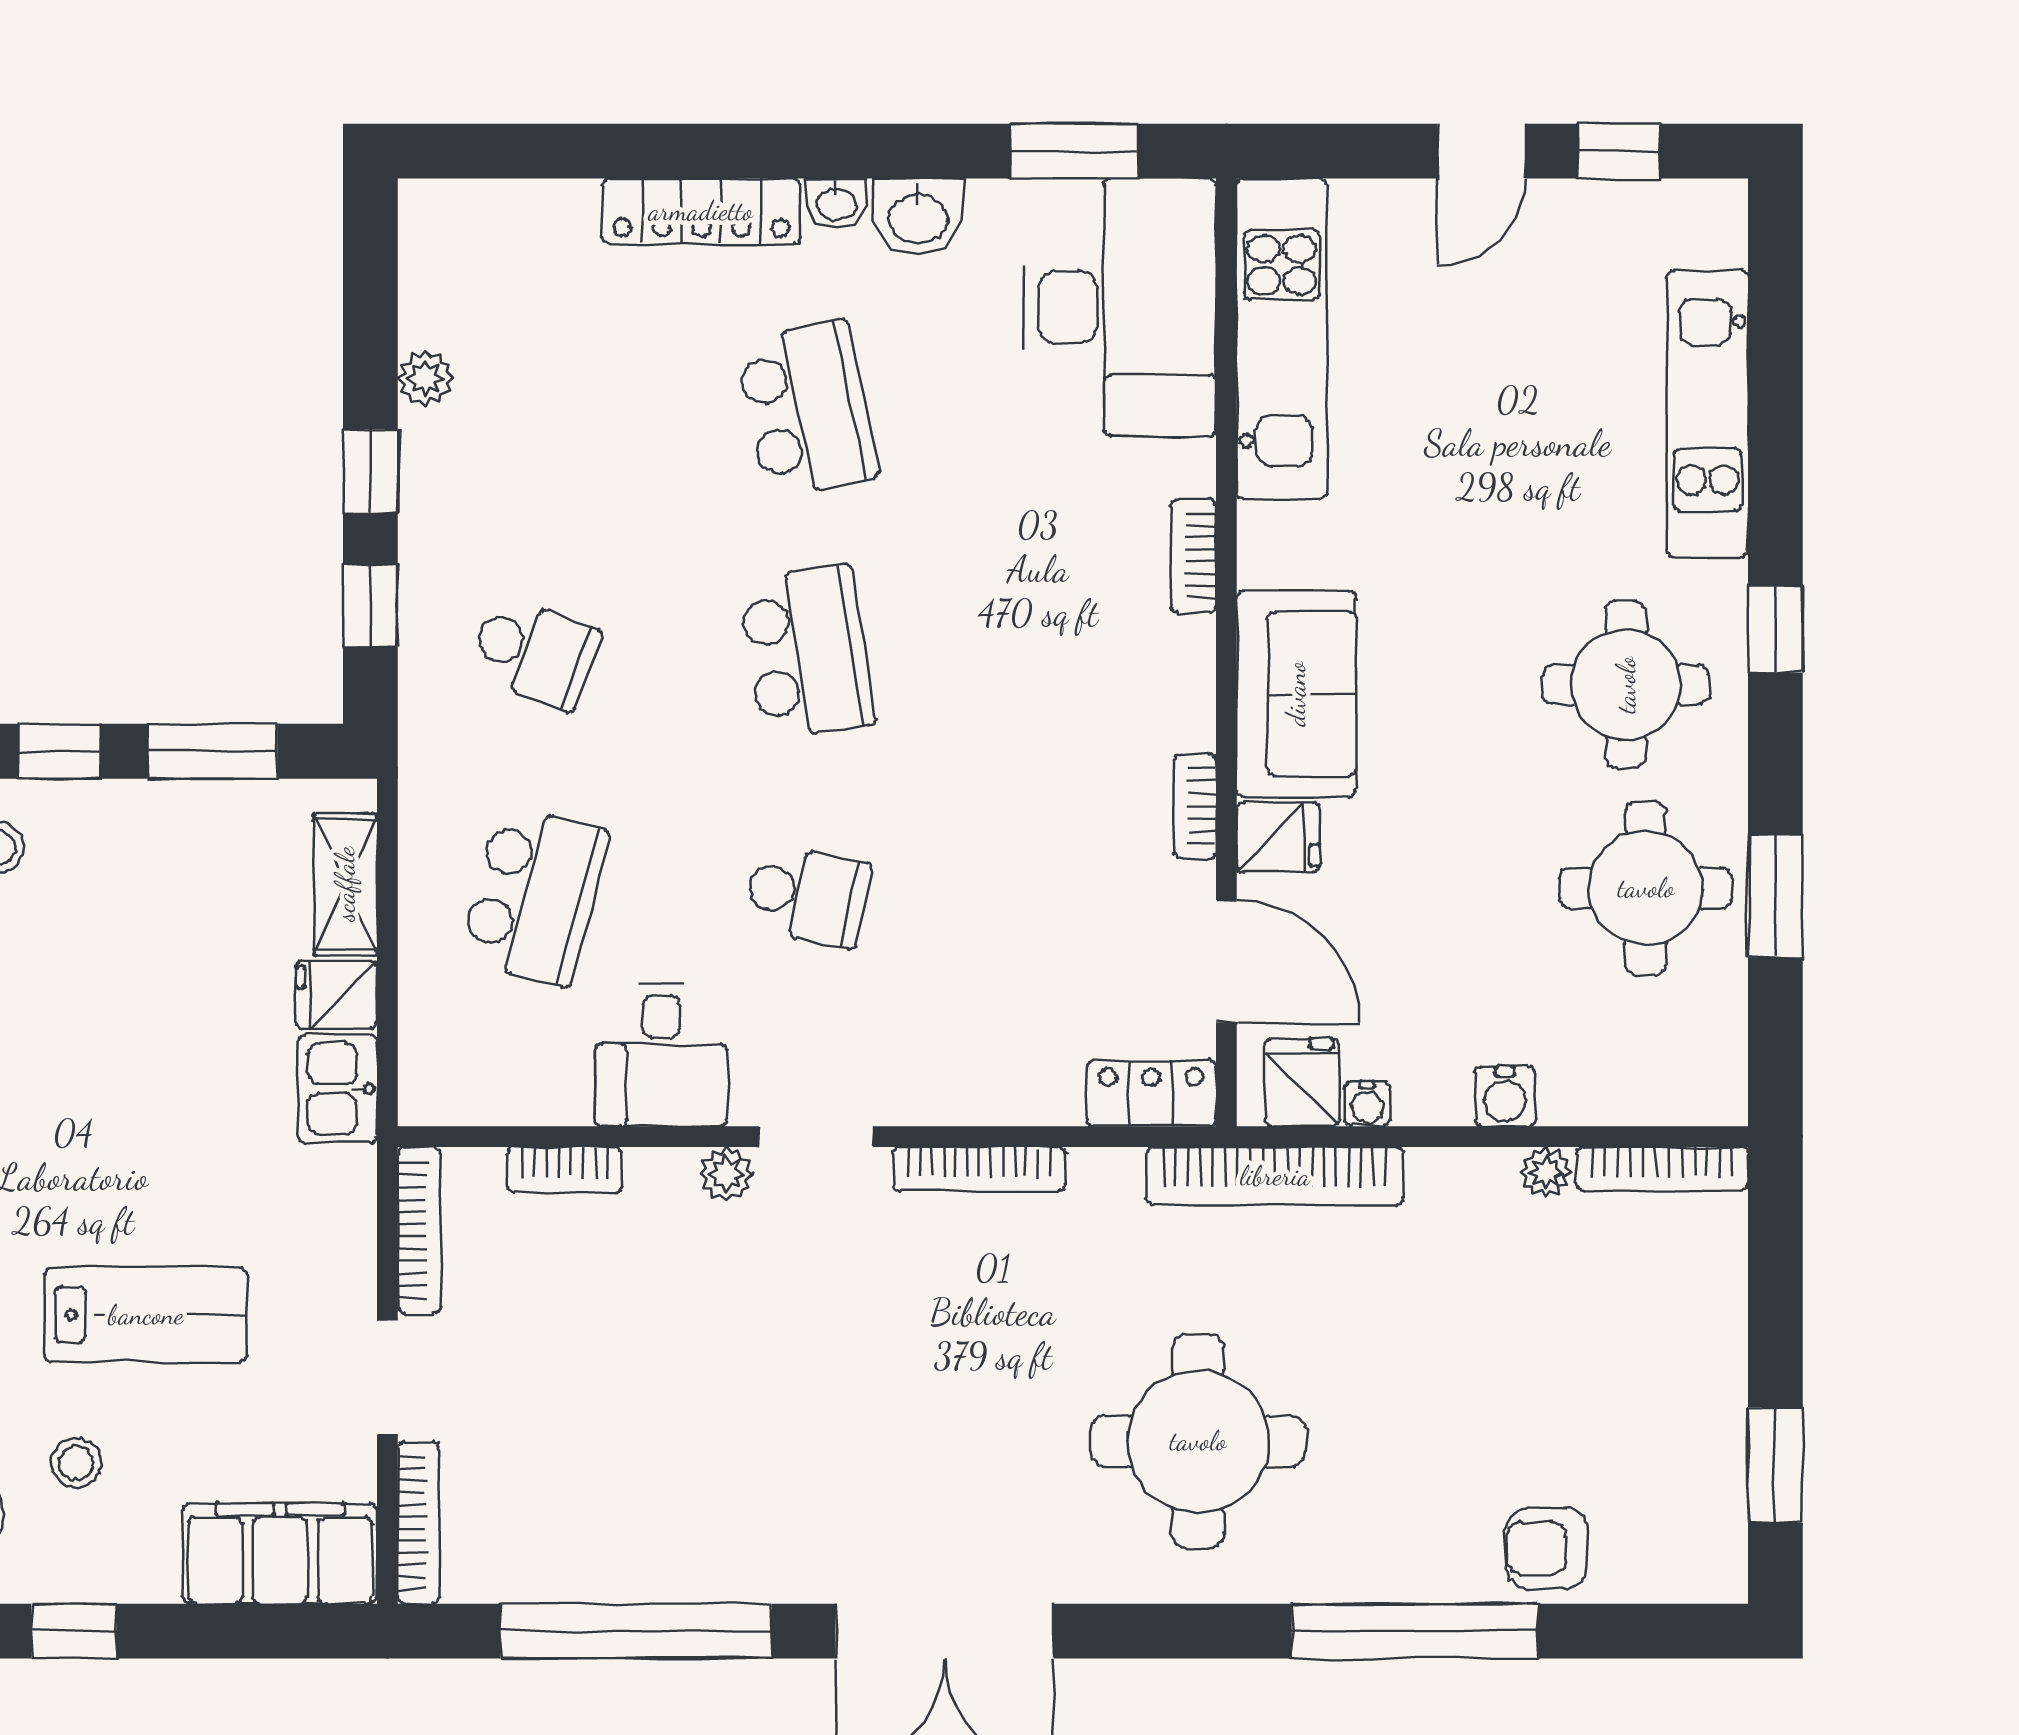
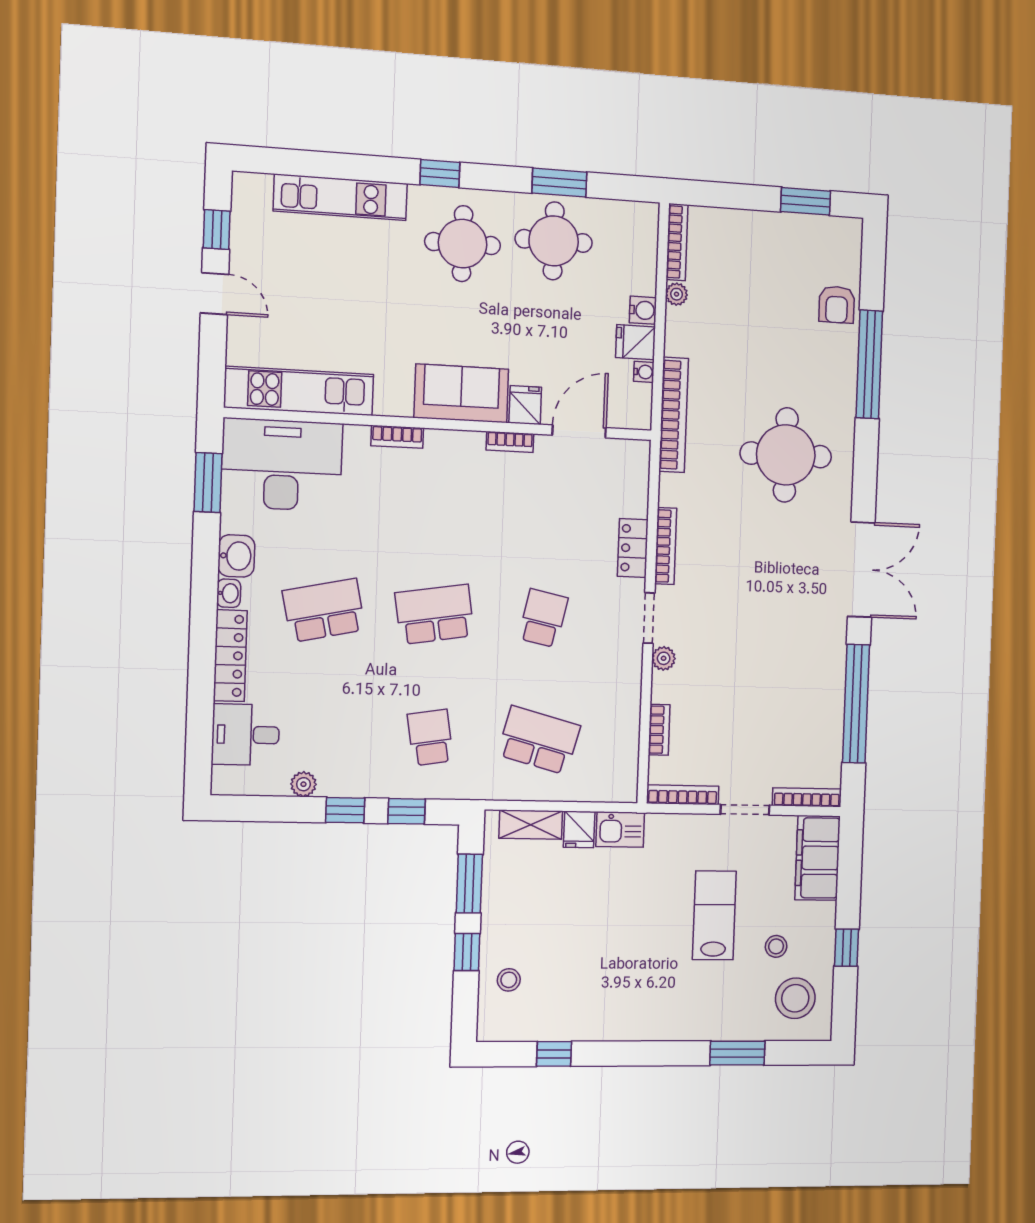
school desk: (534, 652) -> (430, 738), turned -30
desk: (661, 1055) -> (246, 735), moved, turned 180
fridge: (1302, 1082) -> (636, 342), moved
locker: (1151, 1094) -> (633, 548), moved

